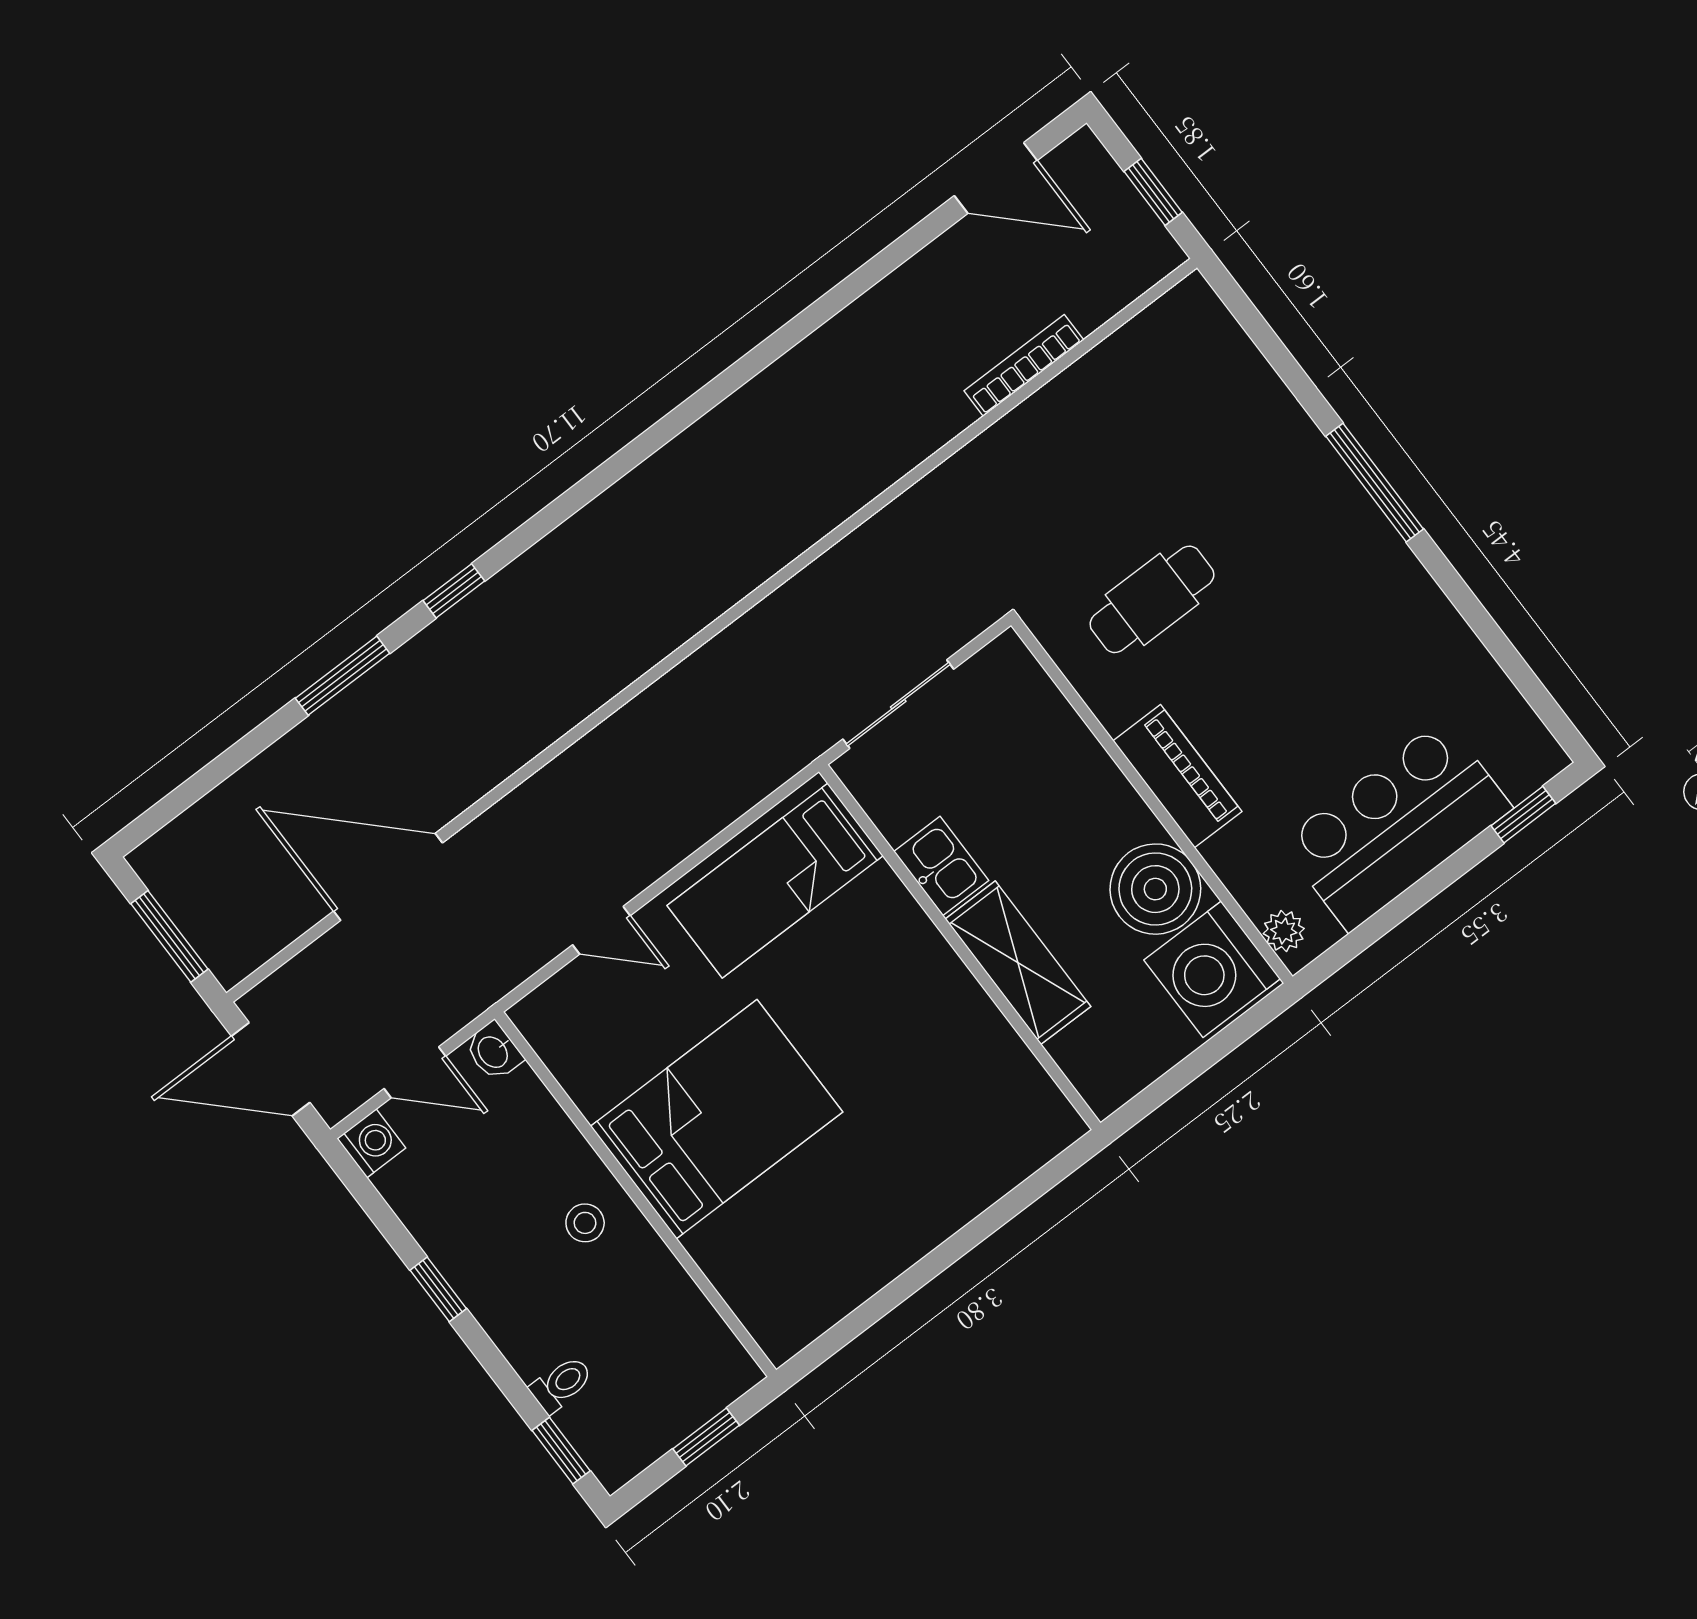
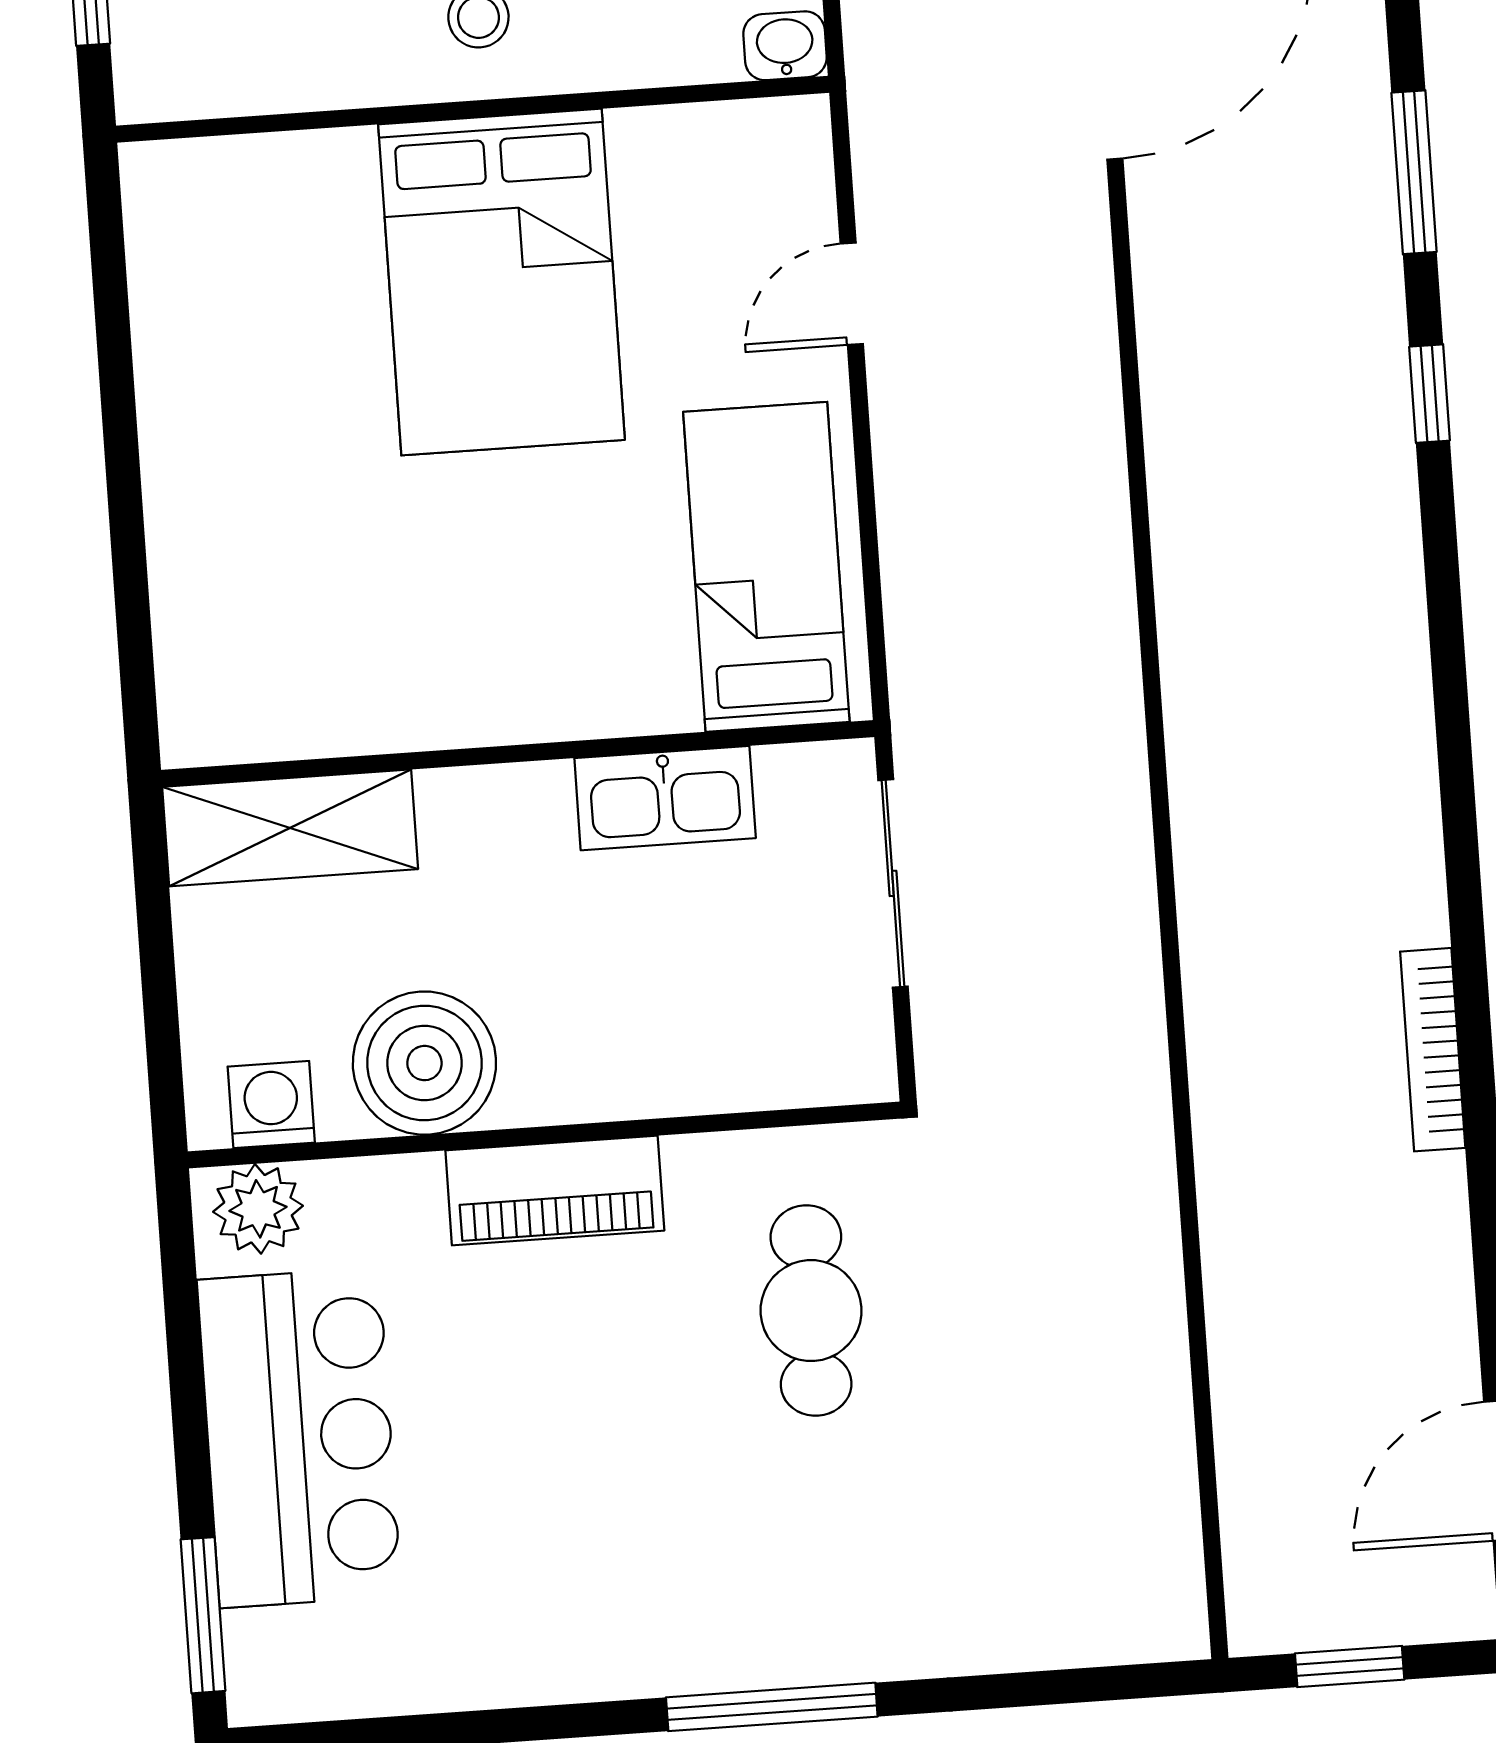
bookcase: (1024, 365) -> (1433, 1050), moved, turned 180
window: (1523, 815) -> (203, 1615), width x1.50
kitchen sink: (941, 866) -> (665, 798), width x1.38
plant: (1284, 931) -> (258, 1209), width x1.38, depth x1.38
shelving: (1018, 963) -> (290, 828), moved
washing machine: (1212, 969) -> (271, 1105), width x0.53, depth x0.53

